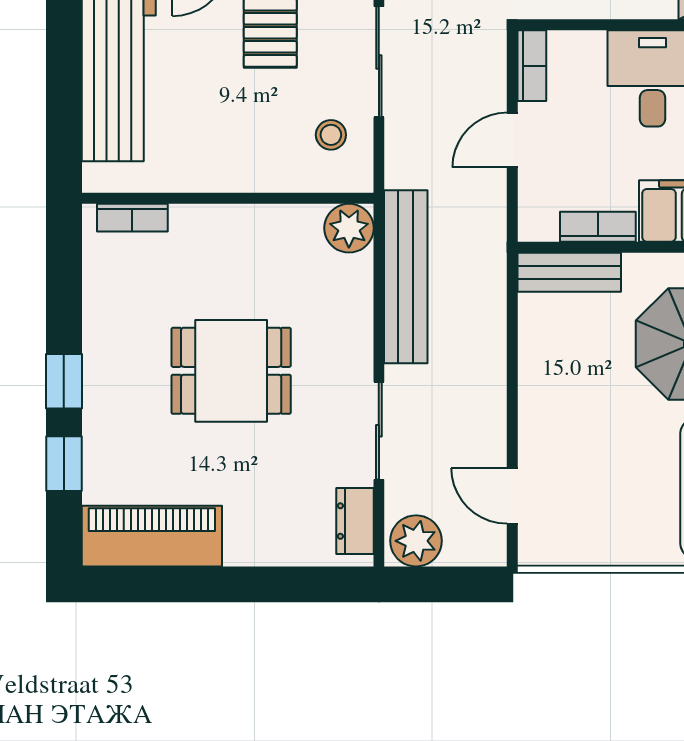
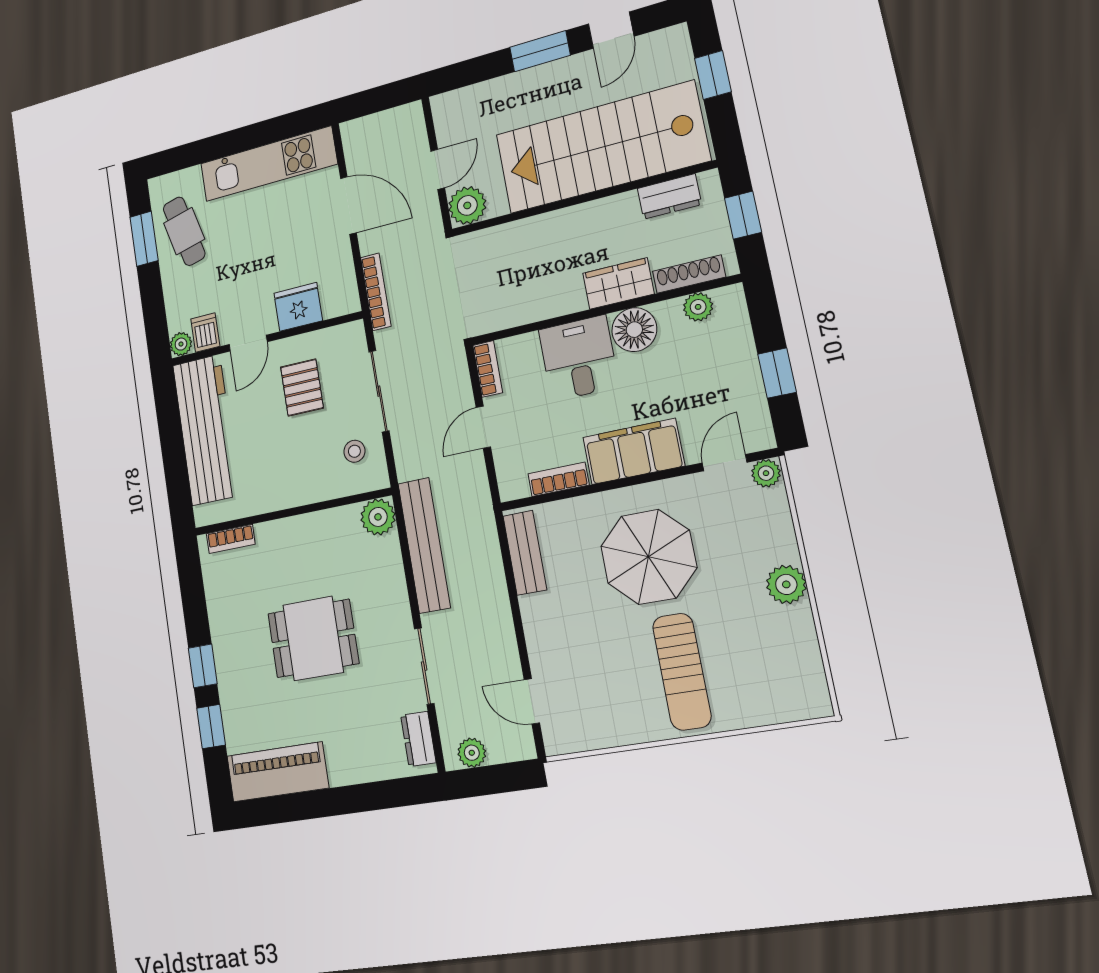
bench: (569, 272) -> (525, 553), moved, turned 90
plant: (416, 541) -> (472, 753), width x0.73, depth x0.73

